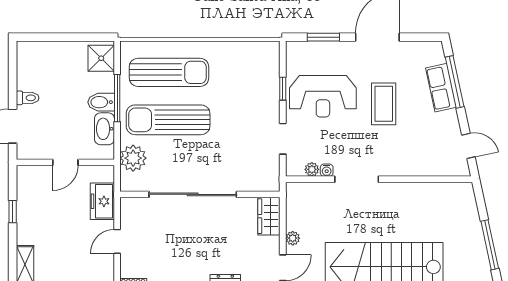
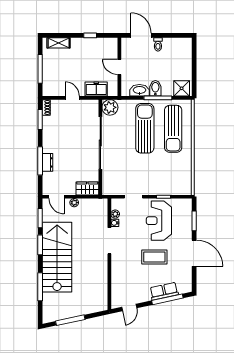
plant: (133, 158) -> (110, 107), moved

